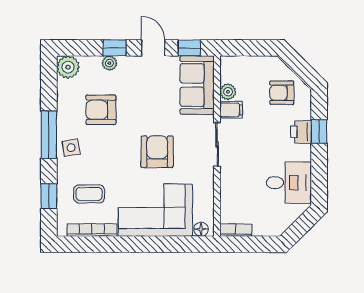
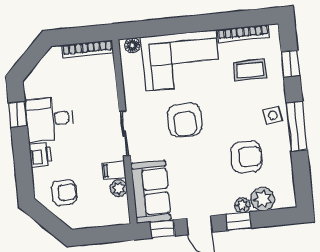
plant: (68, 67) -> (263, 199), moved
window: (319, 131) -> (18, 114), moved
desk: (289, 183) -> (49, 119), moved
bookcase: (236, 230) -> (88, 49), width x1.56

